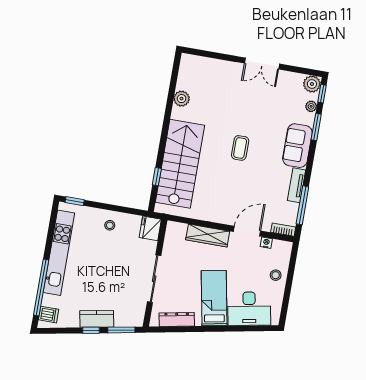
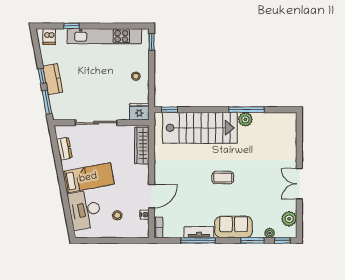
plant: (312, 84) -> (289, 219), moved
plant: (182, 99) -> (245, 119), moved
window: (169, 108) -> (247, 110), added
window: (157, 177) -> (170, 110), moved
window: (302, 205) -> (198, 240), moved
door: (247, 231) -> (152, 196), hinge flipped
wardrobe: (208, 236) -> (142, 146), moved
stool: (276, 275) -> (117, 215), moved
window: (41, 287) -> (72, 26), width x0.32
dresser: (177, 319) -> (64, 149), width x0.70

